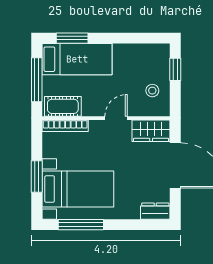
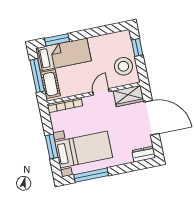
stool: (152, 91) -> (123, 66), width x1.89, depth x1.89
cot: (63, 106) -> (50, 84), moved, turned 90

